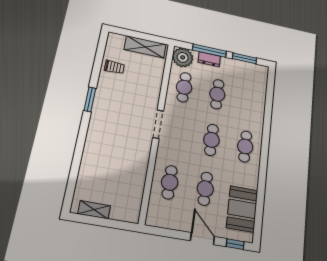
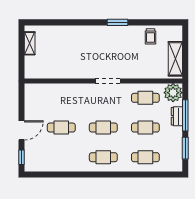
cafe table: (170, 182) -> (145, 157), moved
booth: (242, 209) -> (50, 160), removed

